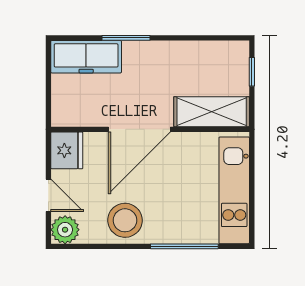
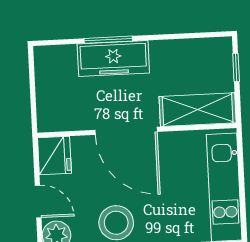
freezer: (86, 57) -> (113, 58), moved
door: (139, 129) -> (126, 131), hinge flipped

